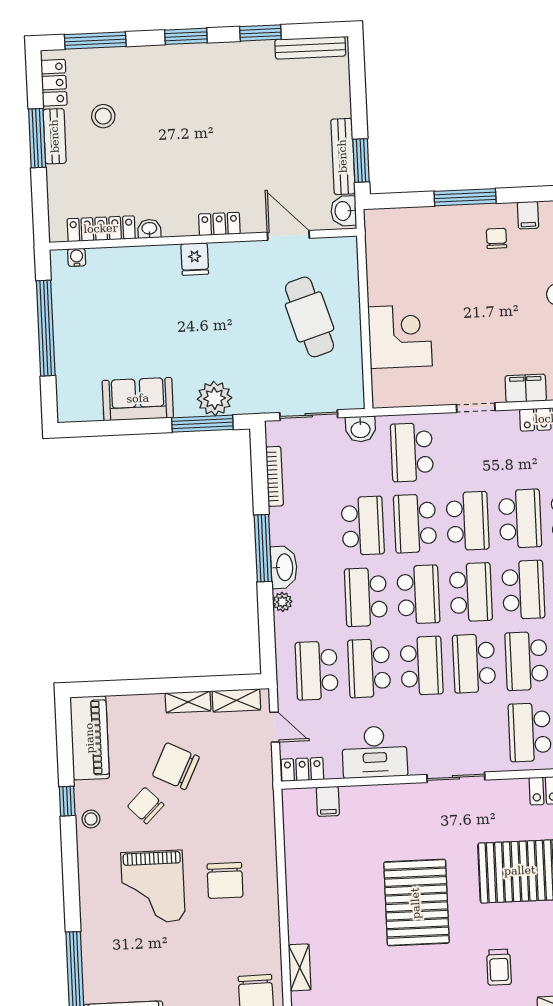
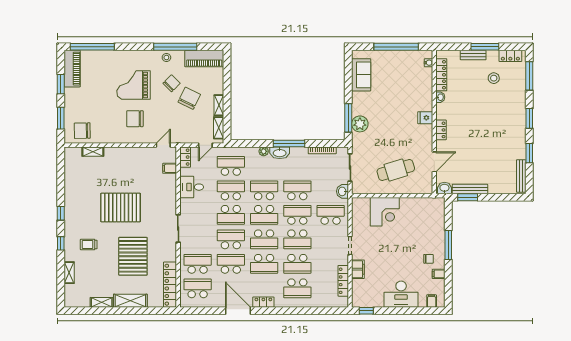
bench: (55, 136) -> (473, 55), moved
sofa: (138, 399) -> (361, 75), moved
school desk: (363, 526) -> (297, 190), turned 180
desk: (375, 752) -> (192, 187), width x0.73
window: (67, 801) -> (175, 47), width x3.17
door: (279, 817) -> (163, 145), added

